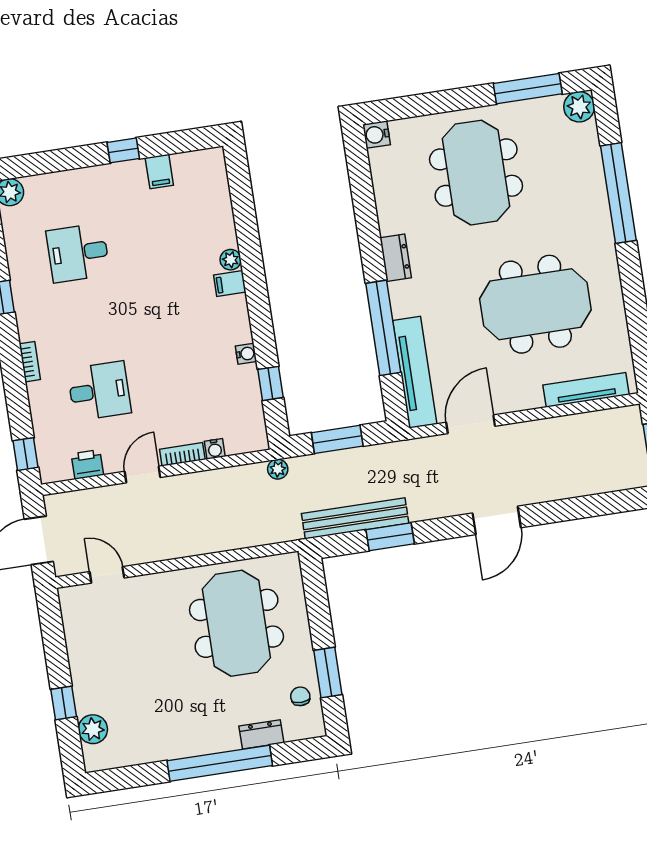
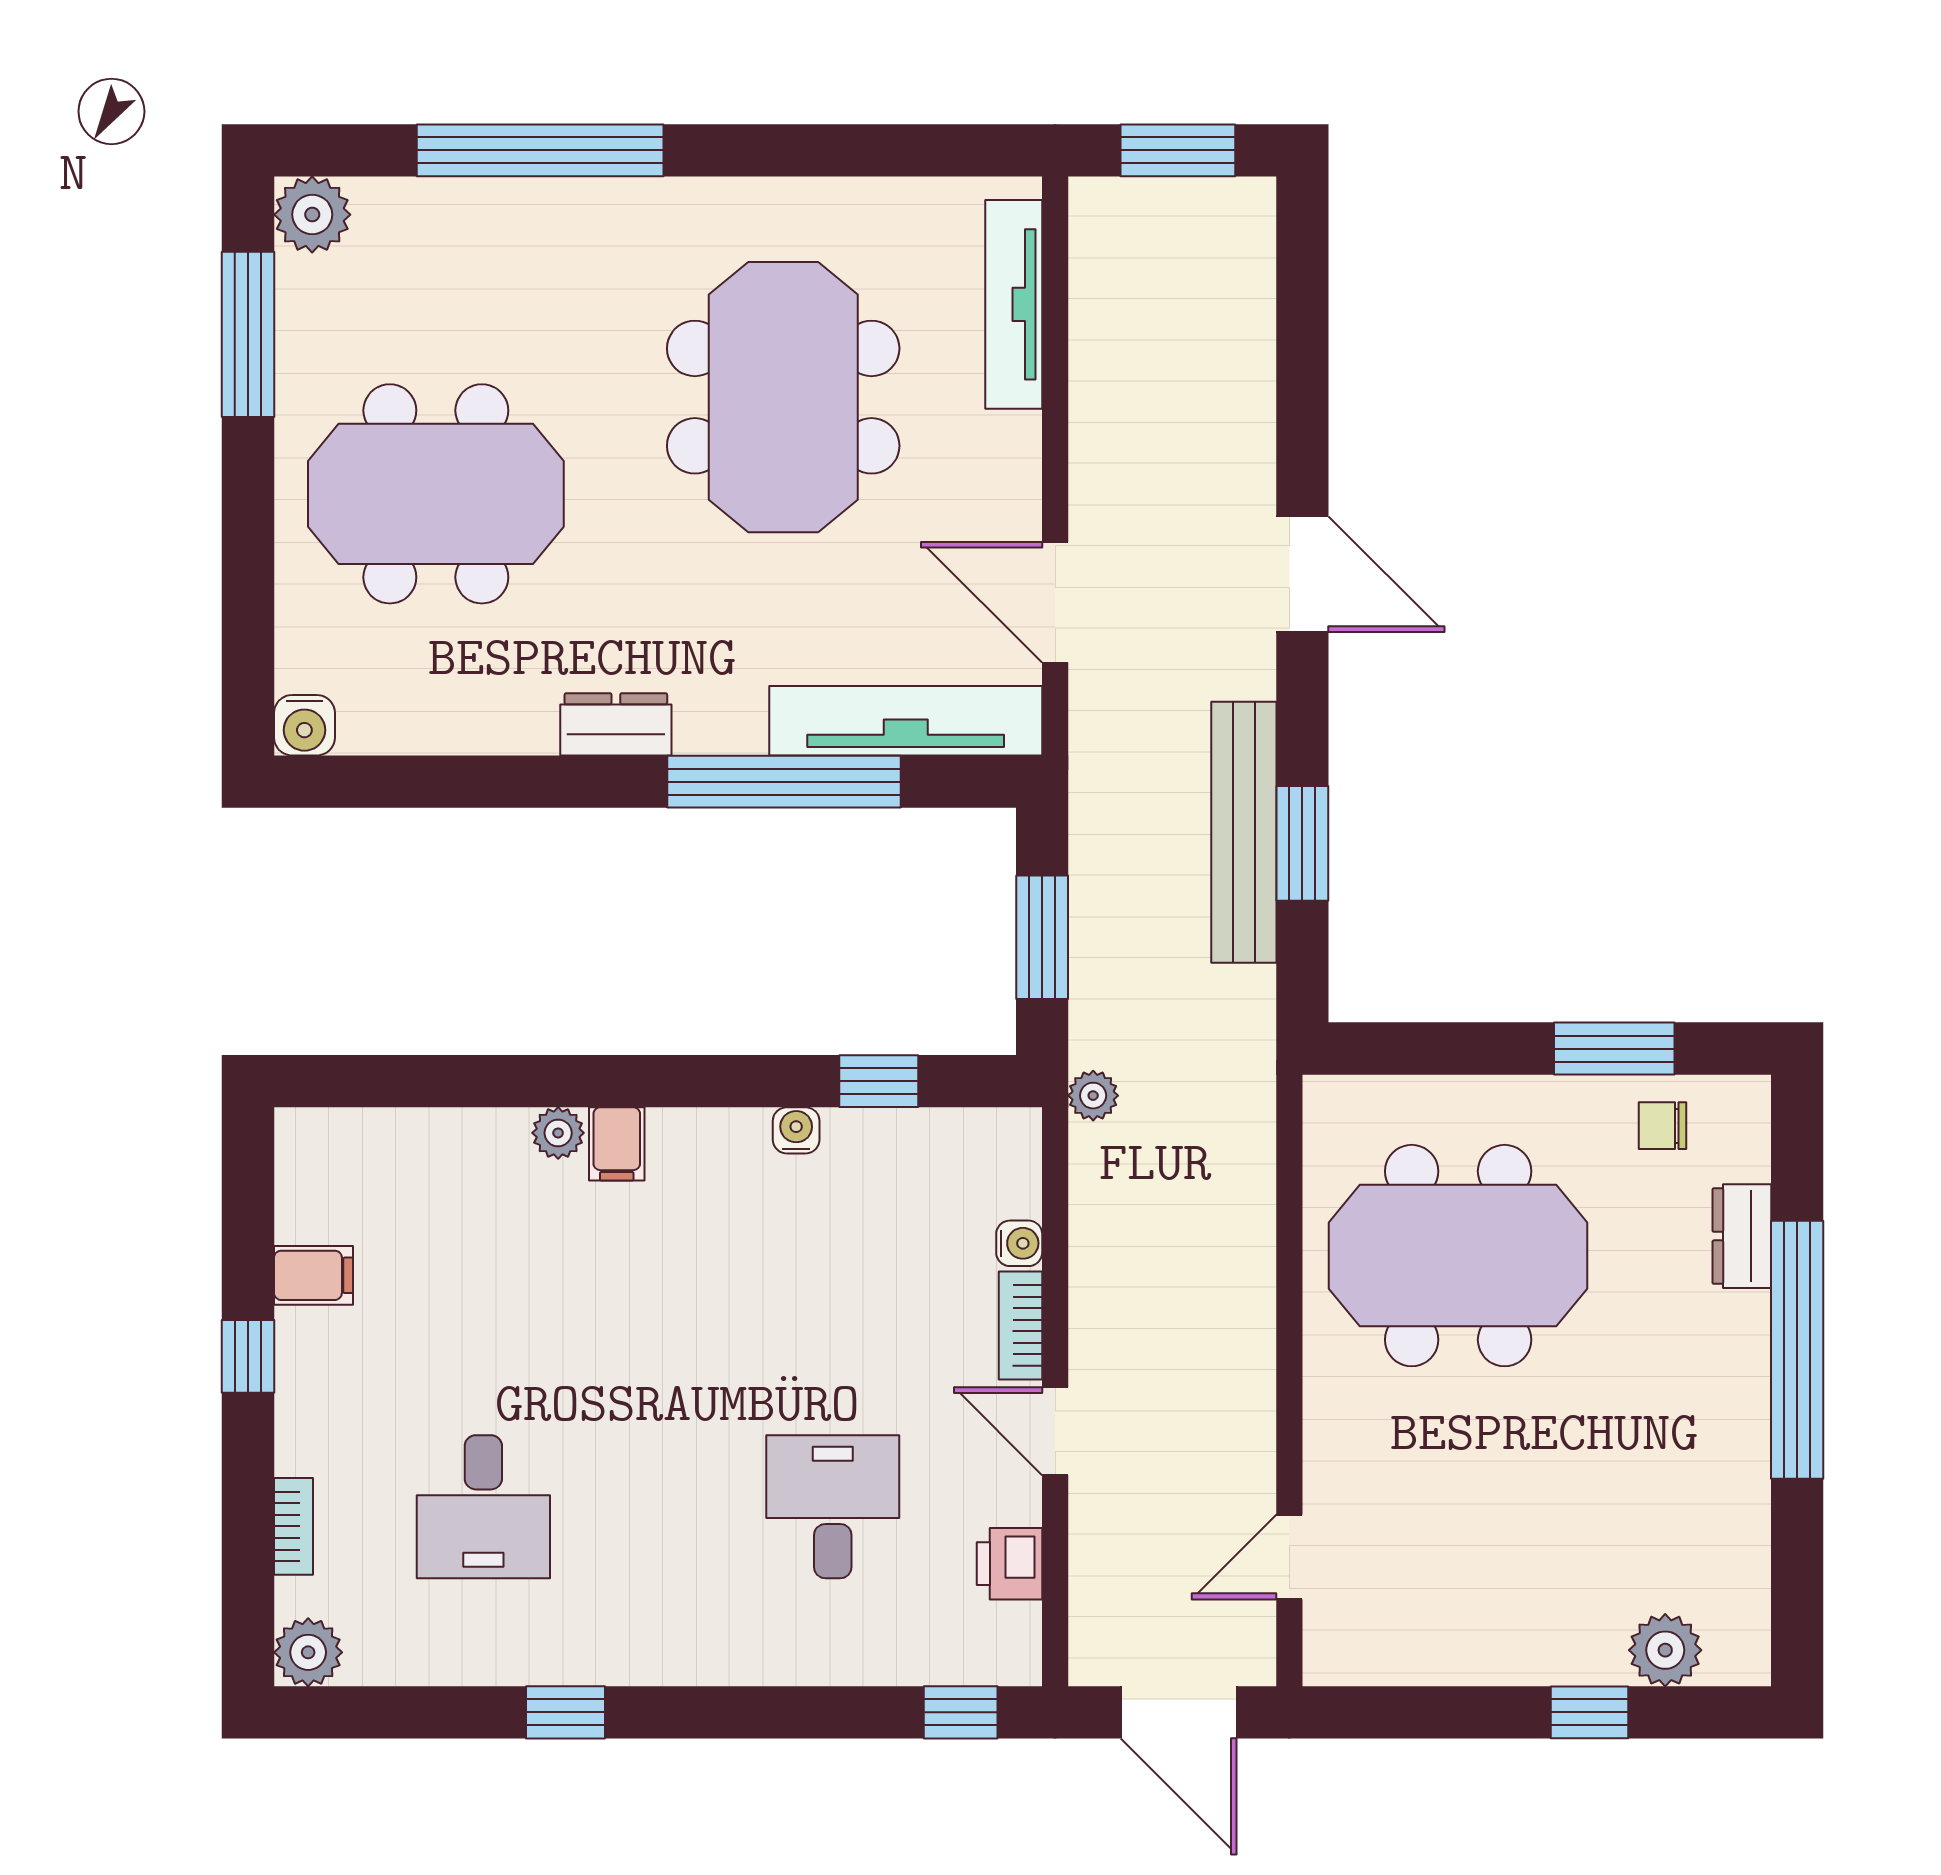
bookcase: (30, 362) -> (293, 1526), moved, turned 90
bench: (355, 518) -> (1244, 832), moved

